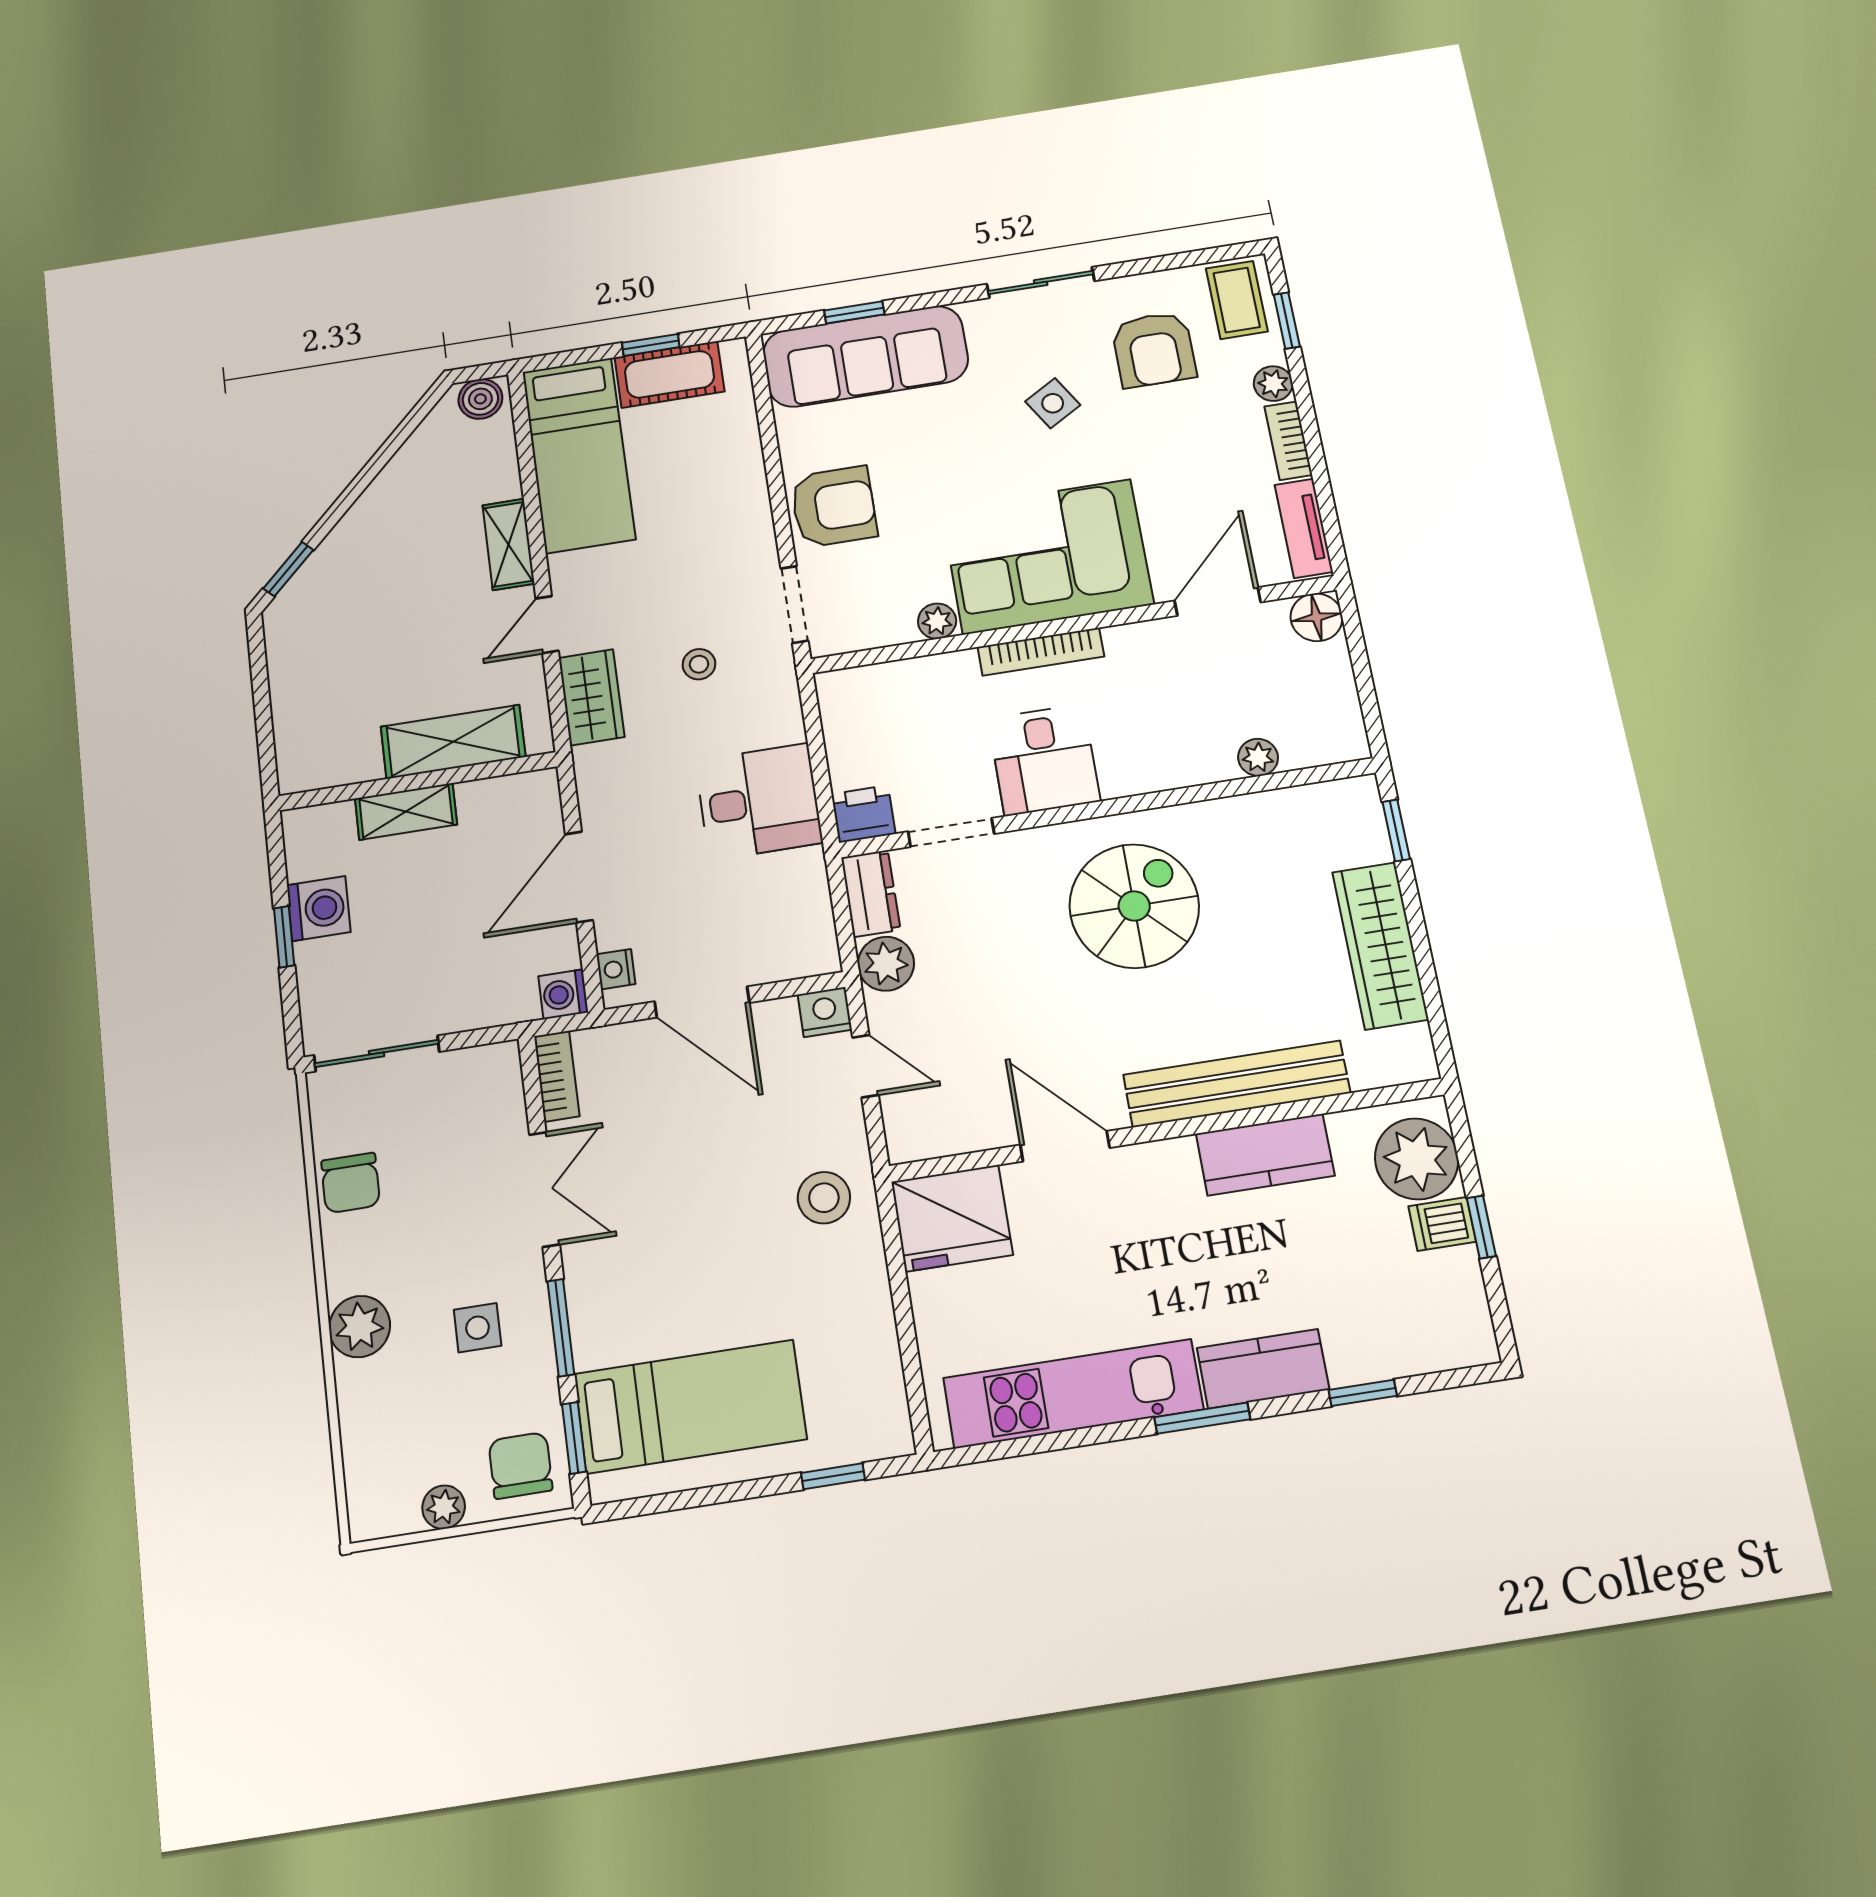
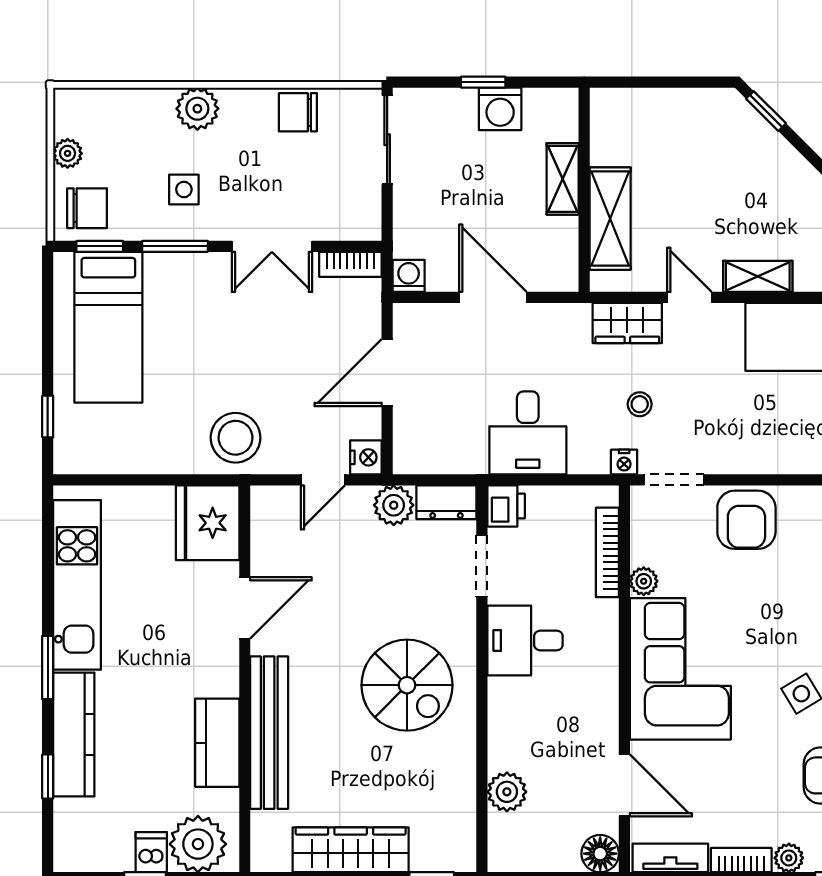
bookcase: (1041, 652) -> (607, 552), moved
plant: (1258, 757) -> (507, 792), width x1.38, depth x1.38
nightstand: (616, 969) -> (624, 462), moved, turned 180
stool: (824, 1198) -> (236, 438), width x1.38, depth x1.38
kitchen counter: (1263, 1369) -> (74, 734), width x1.50

